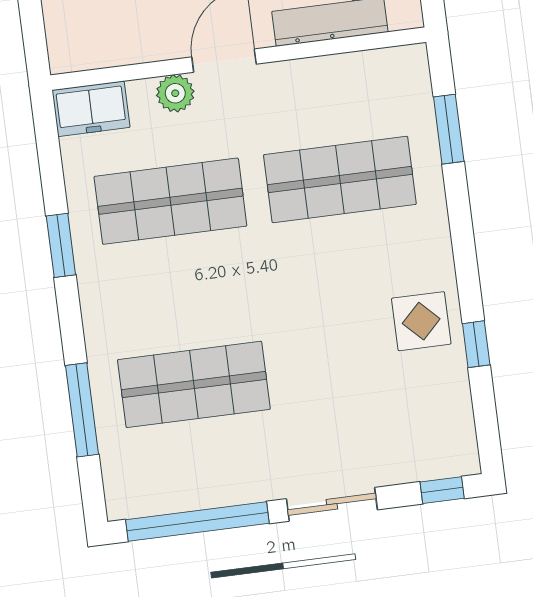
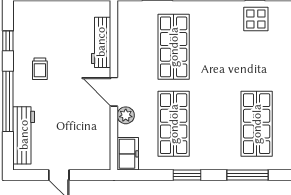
display table: (421, 321) -> (256, 19), moved
window: (82, 410) -> (248, 175), moved

